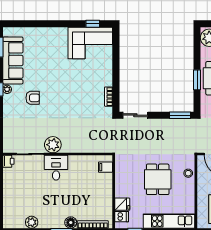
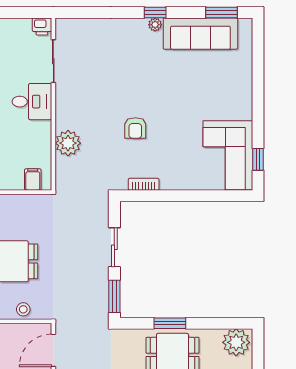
armchair: (33, 98) -> (135, 128), moved
sliding door: (135, 115) -> (114, 247), moved
plant: (53, 145) -> (68, 143), moved

